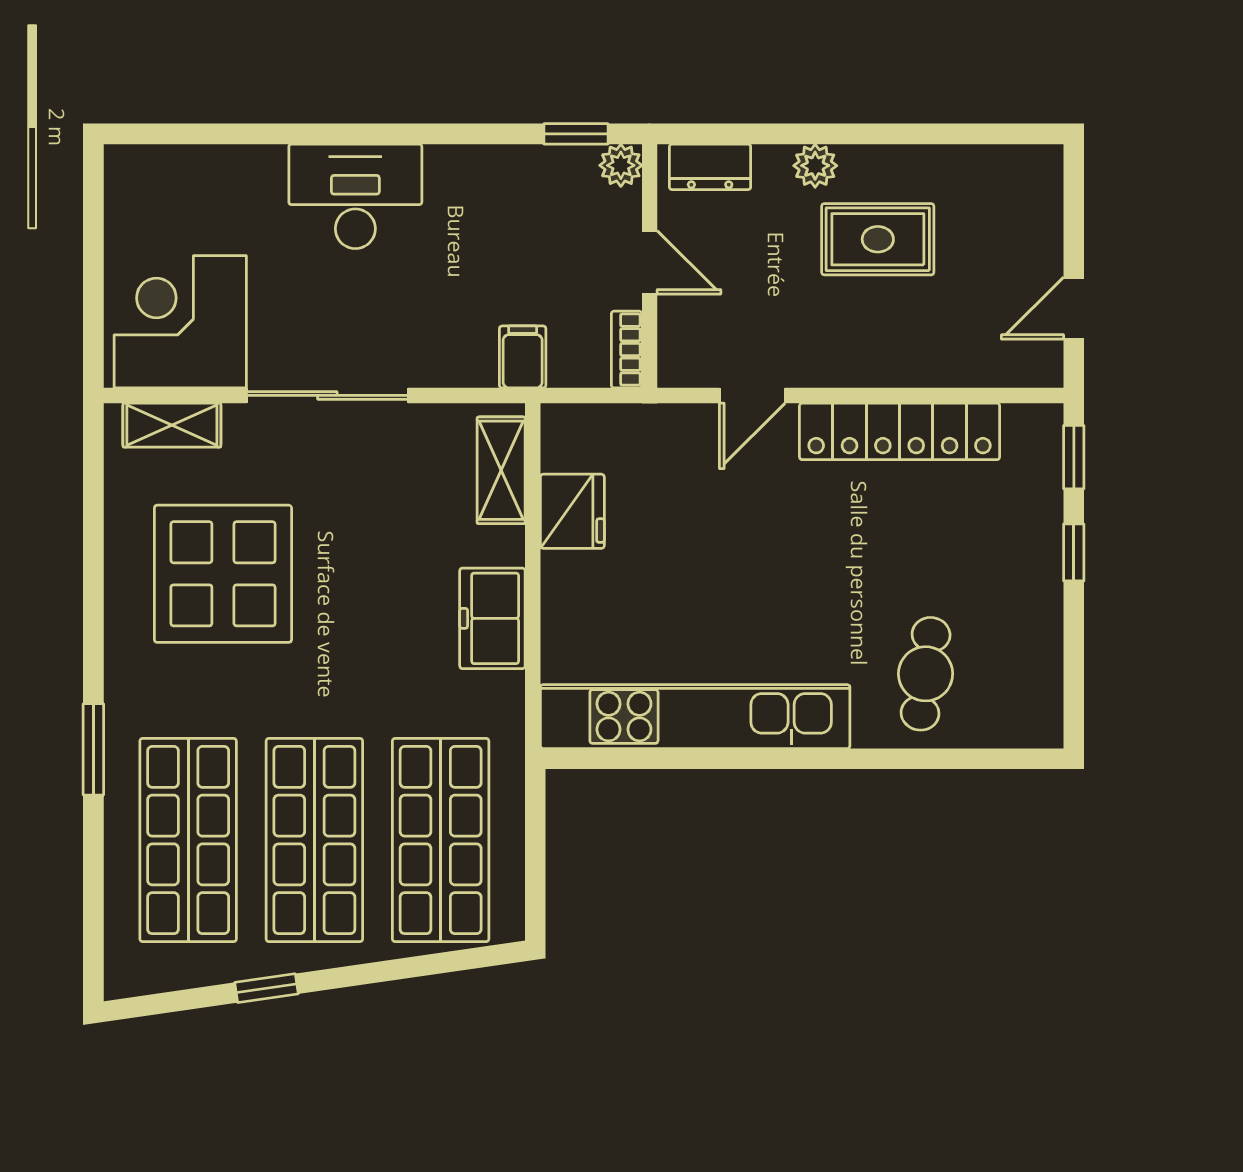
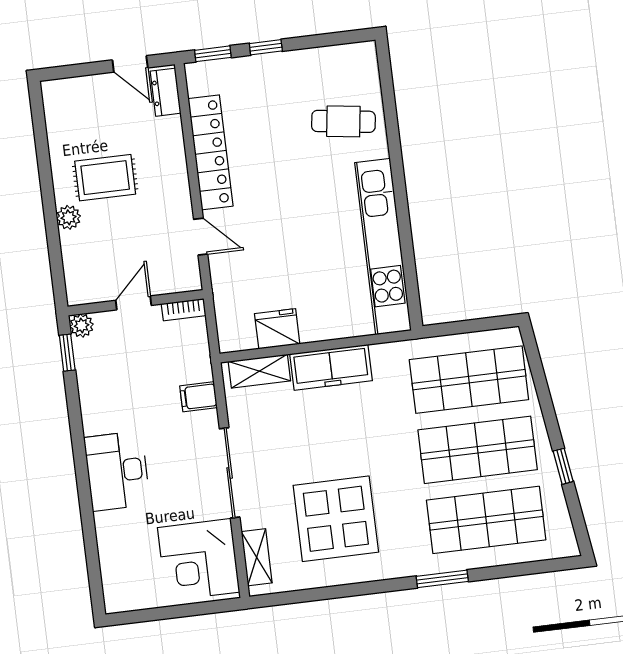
dresser: (710, 167) -> (166, 92), moved, turned 180
rug: (878, 239) -> (105, 178), turned 90
filing cabinet: (523, 357) -> (198, 397), moved
freezer: (492, 618) -> (331, 367), width x1.40

